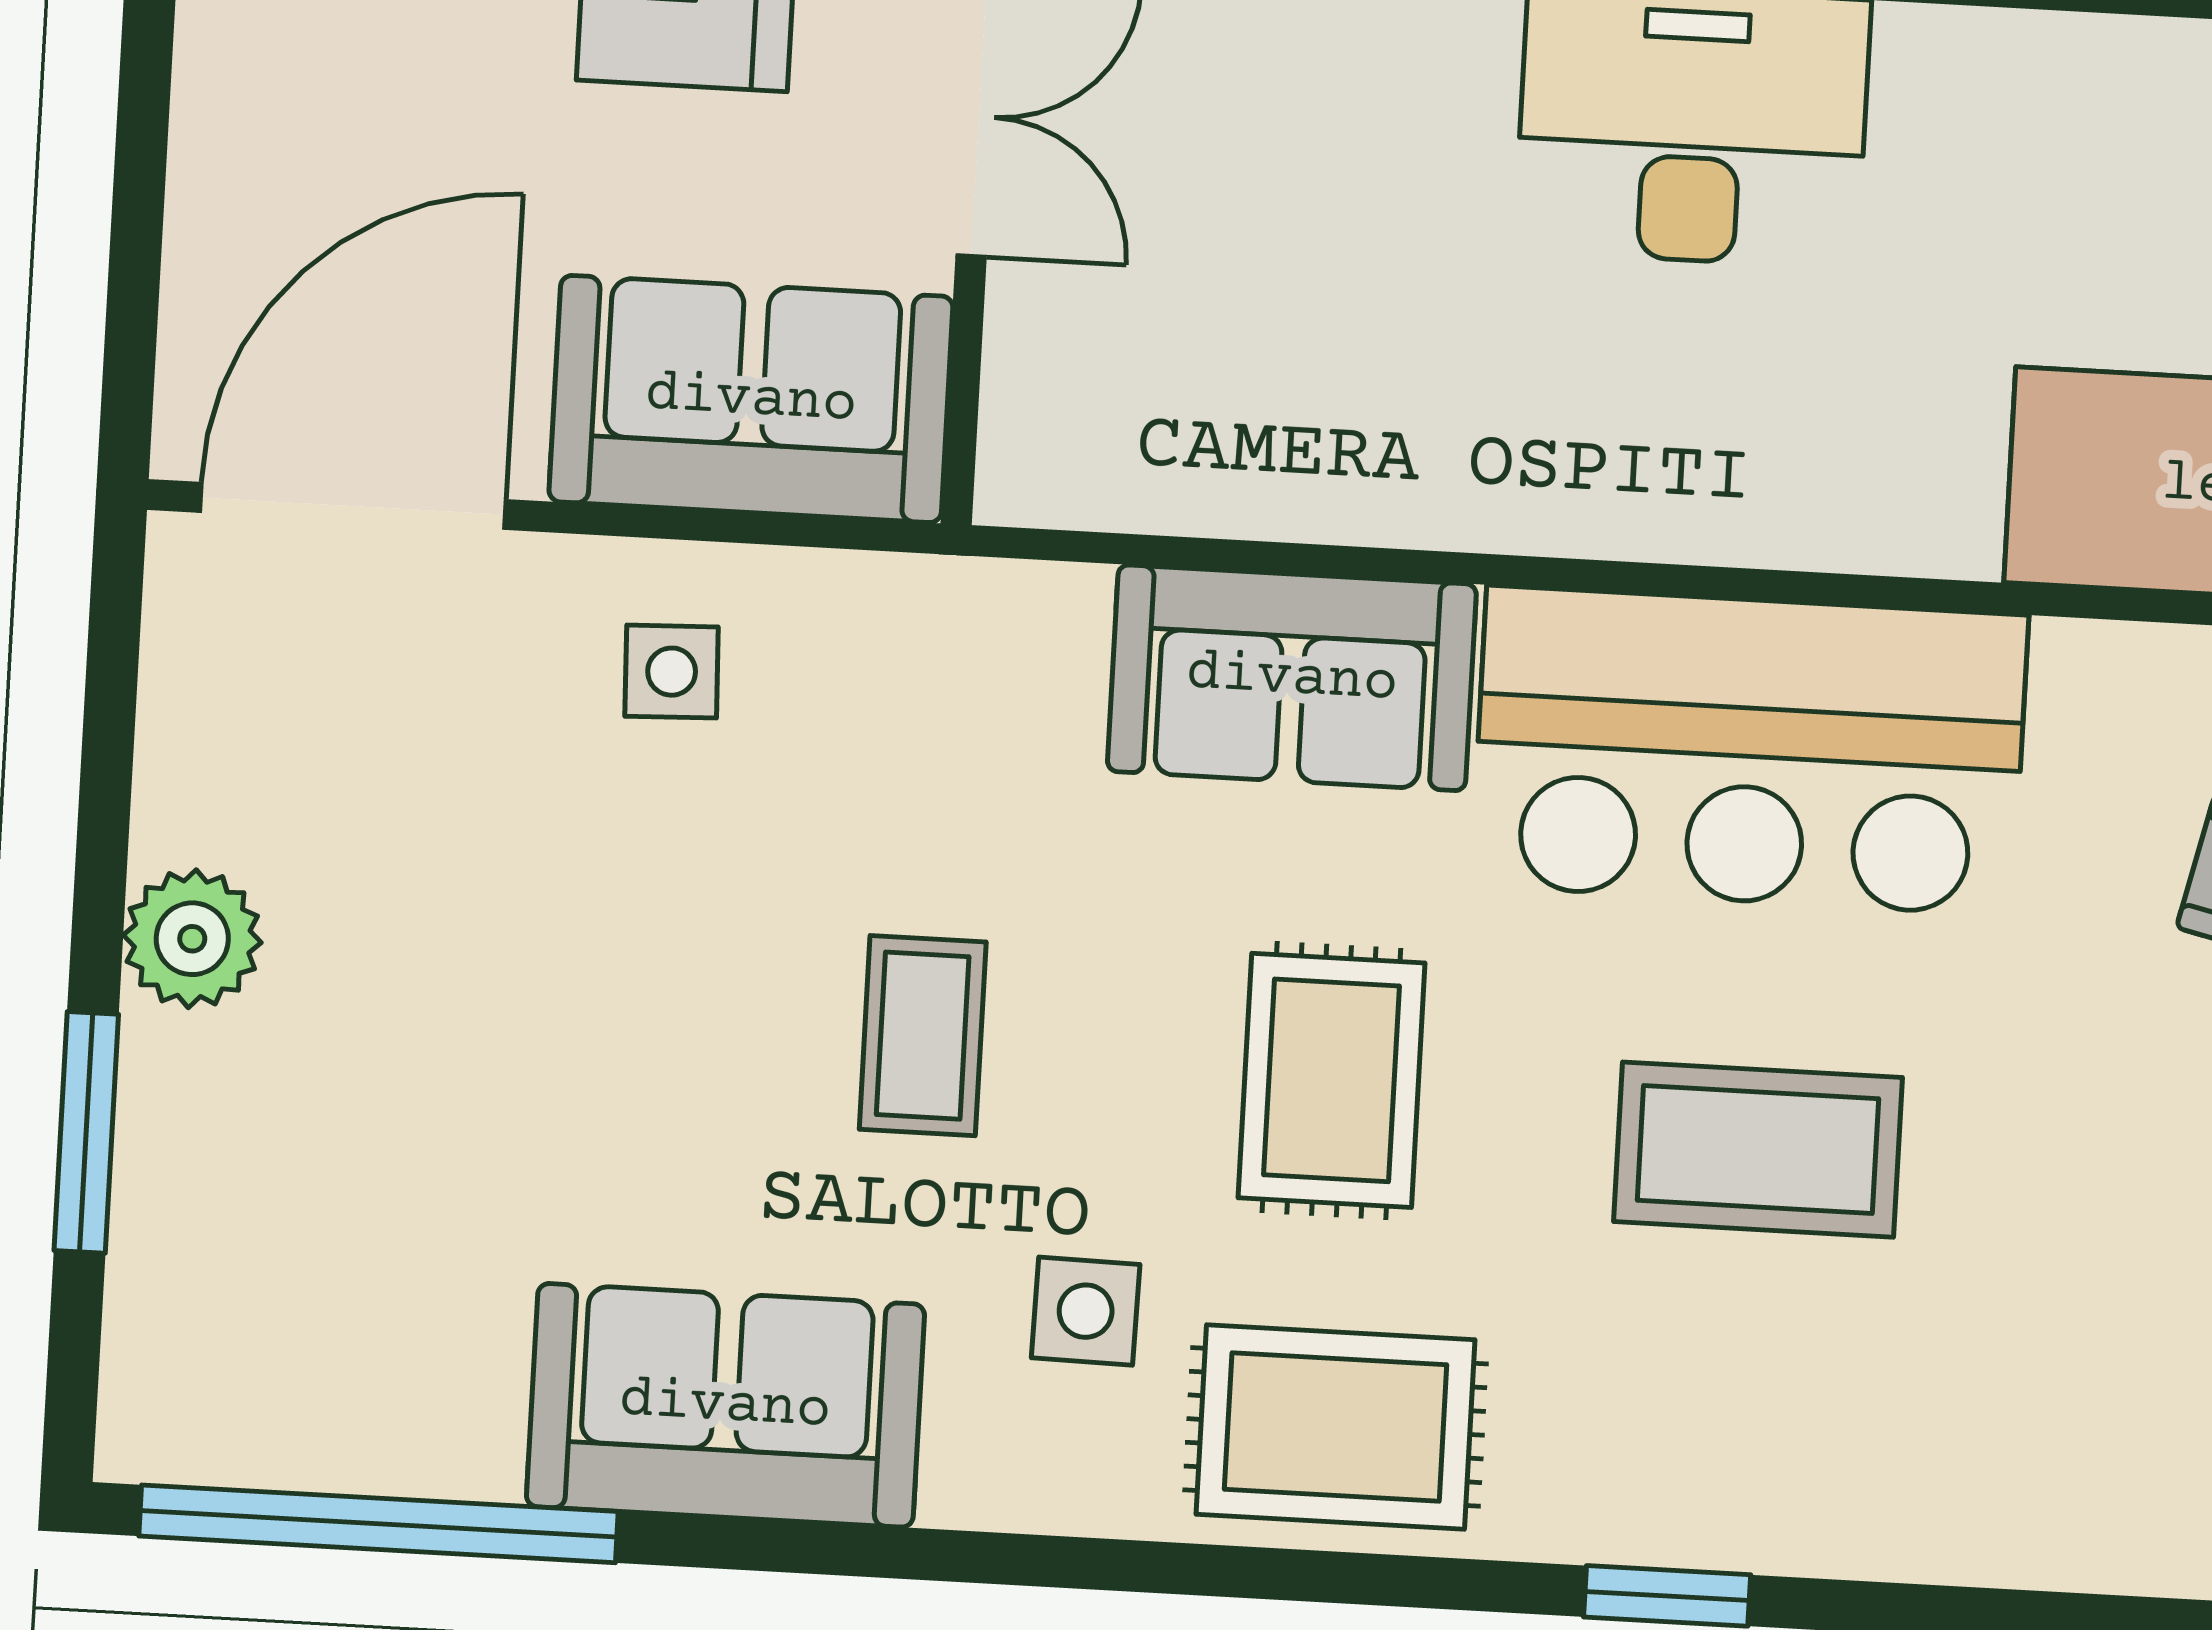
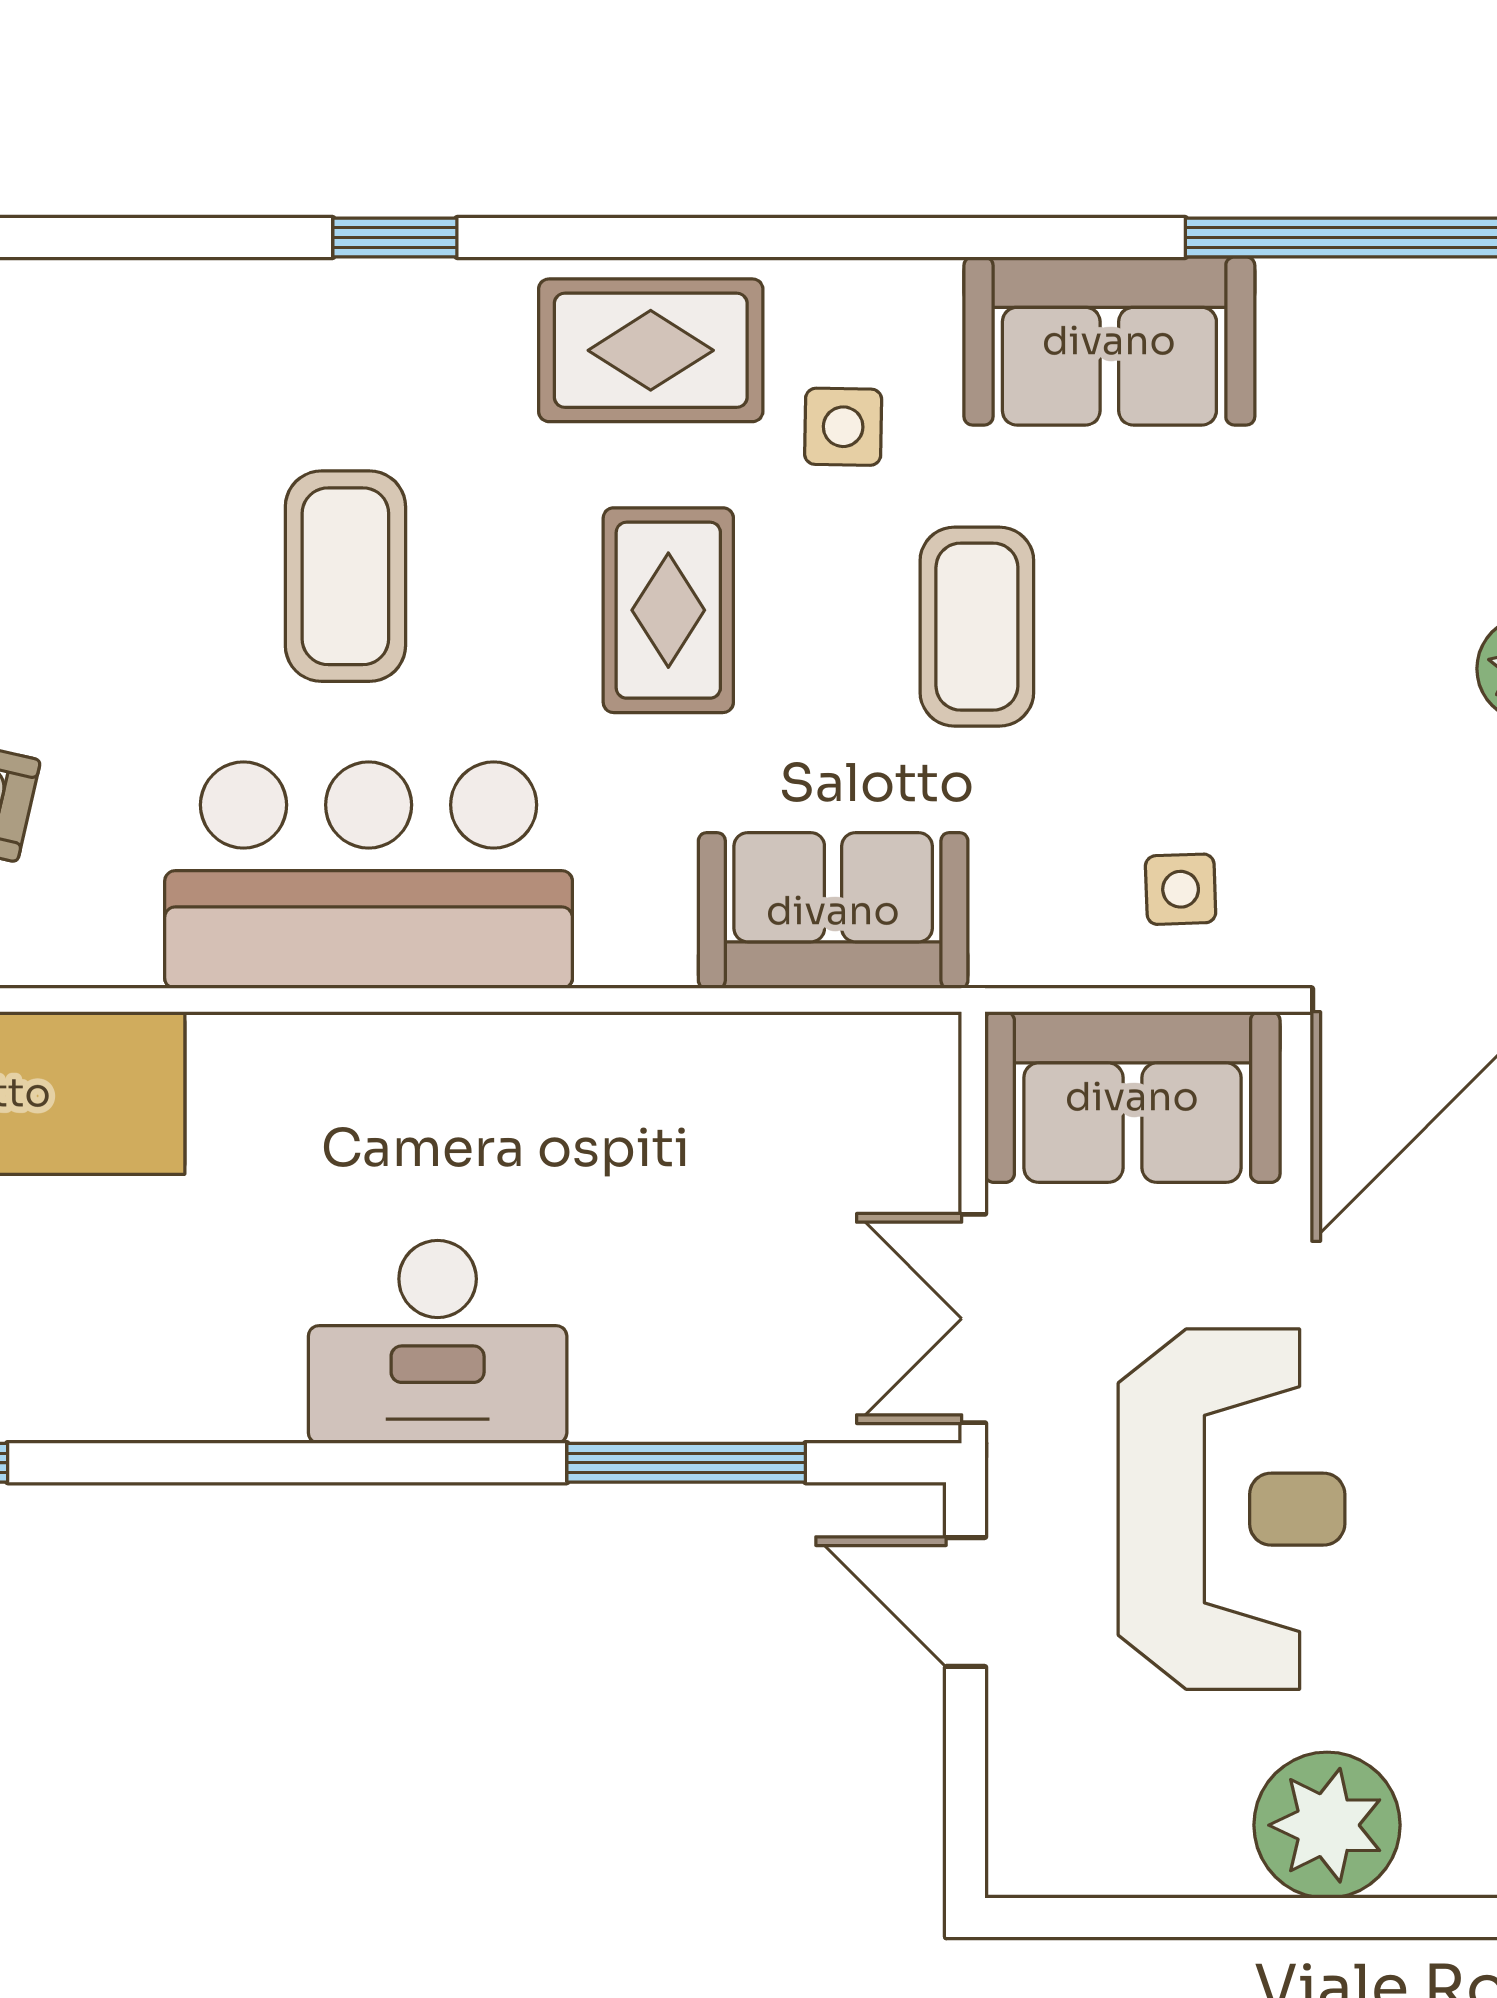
sofa: (1292, 678) -> (833, 911), moved
coffee table: (923, 1036) -> (977, 627), width x1.36, depth x1.30
coffee table: (1758, 1150) -> (345, 576), turned 90

